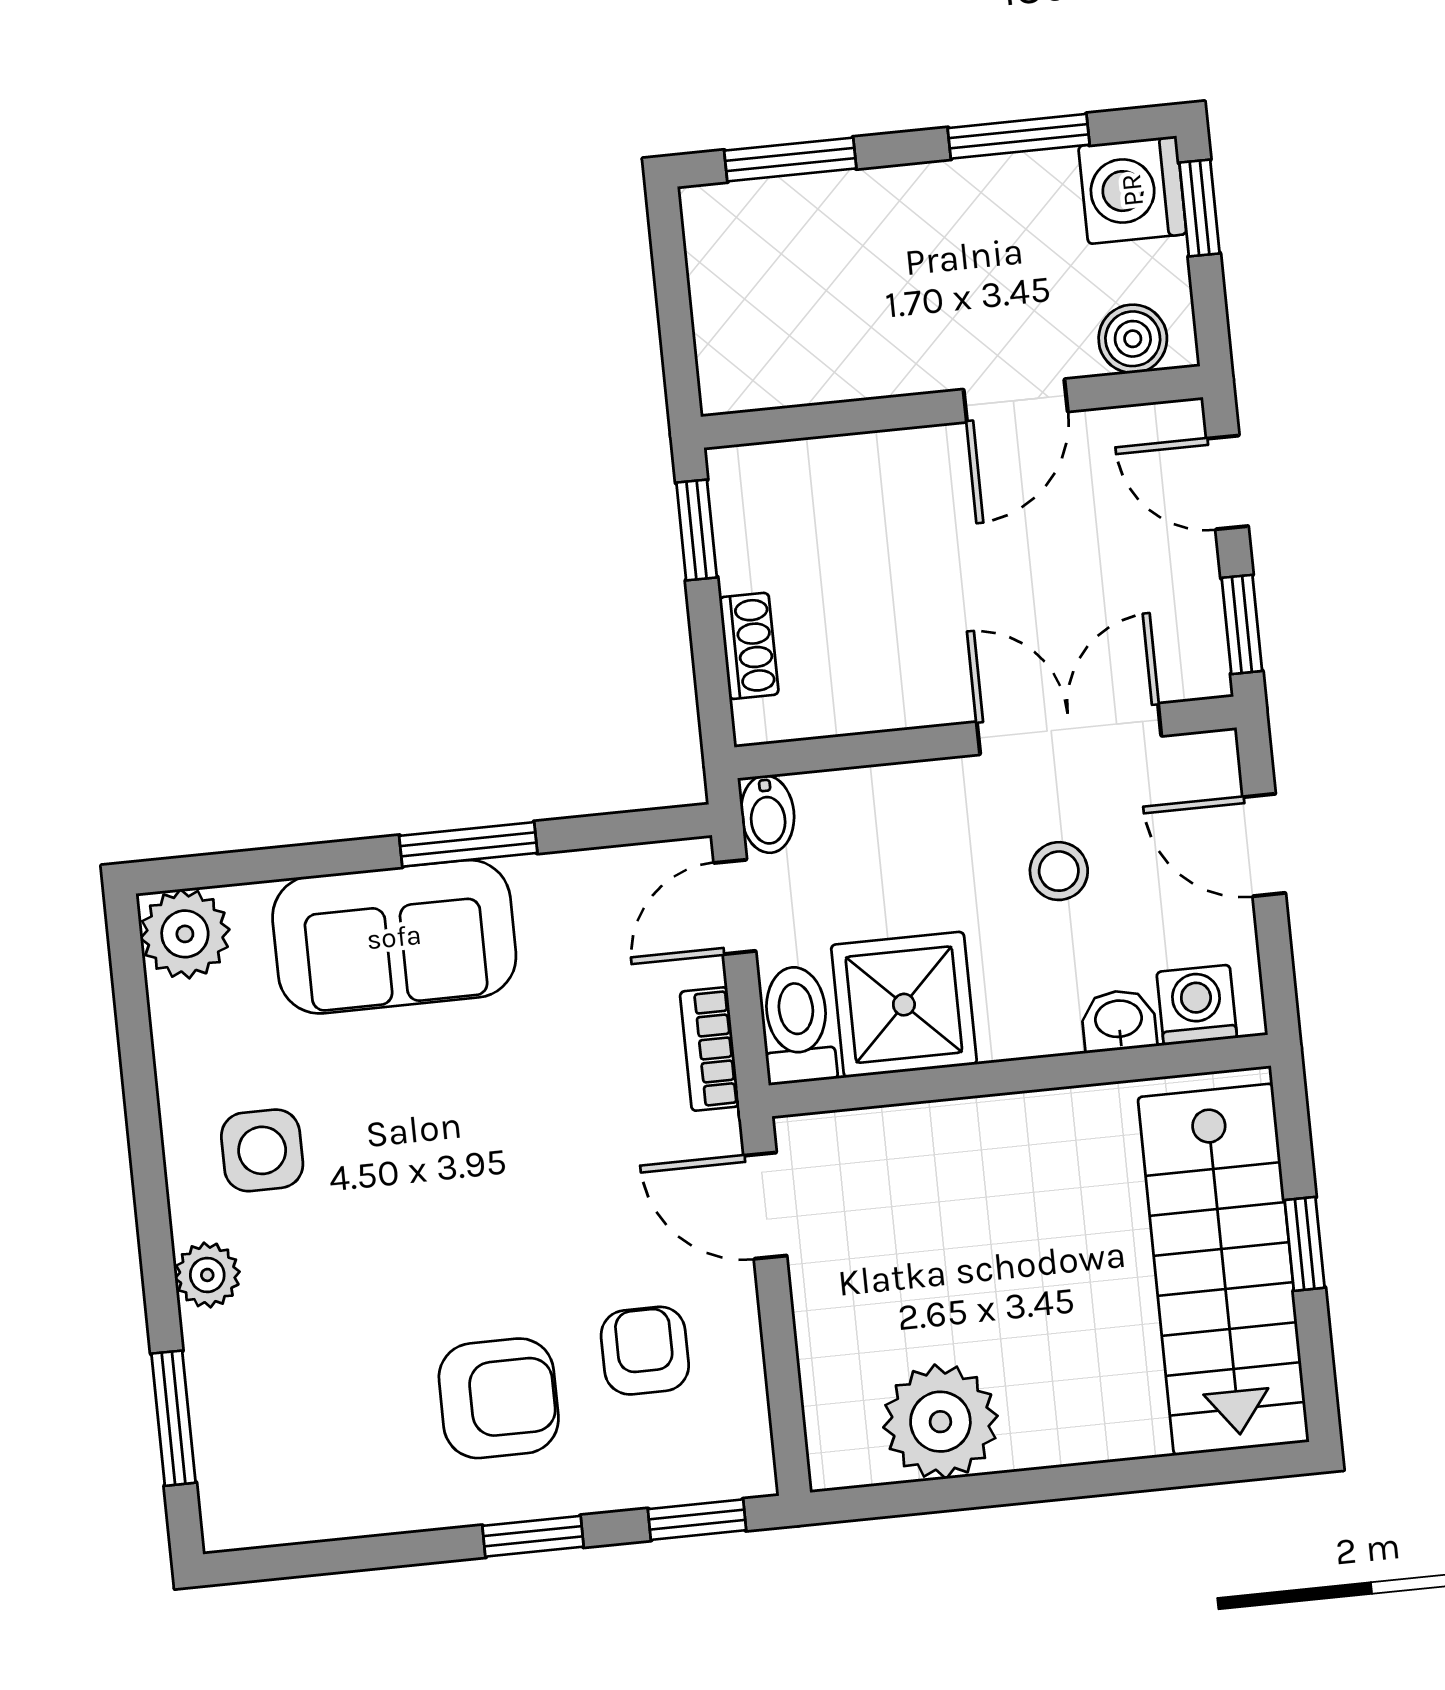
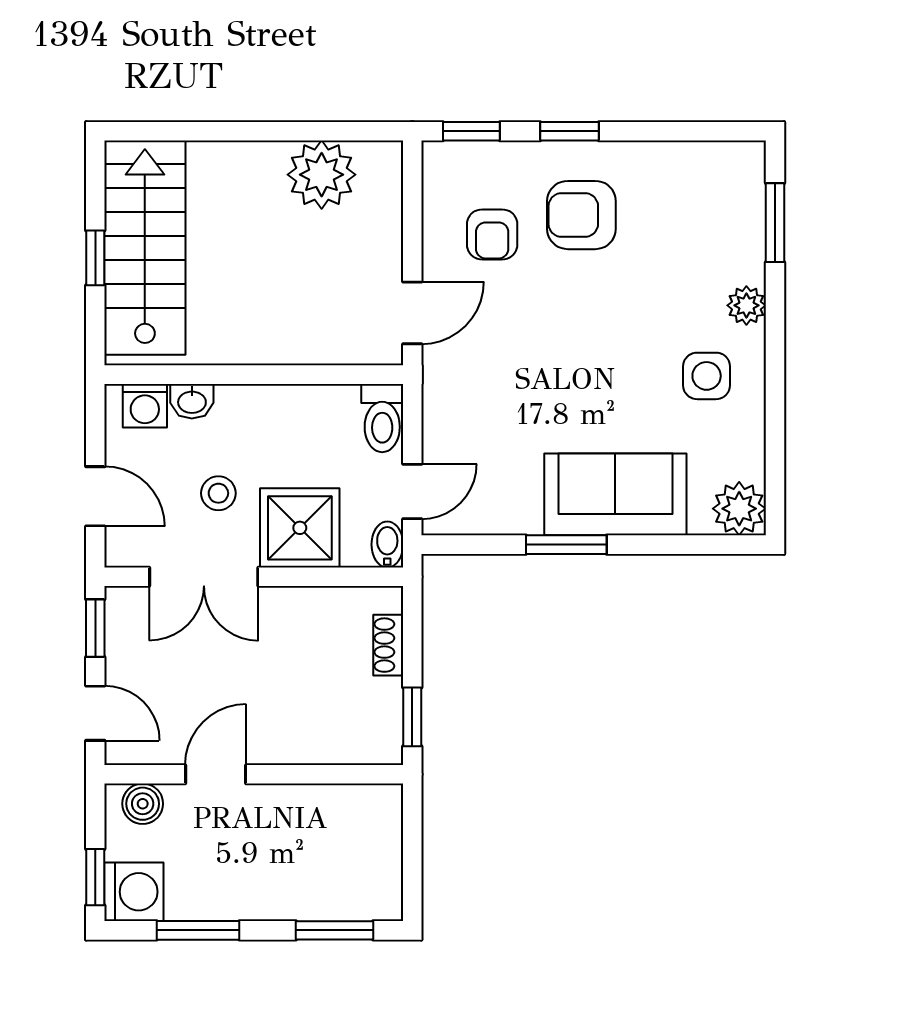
shower: (904, 1005) -> (300, 528), moved
bookcase: (710, 1049) -> (436, 409), removed
door: (765, 1206) -> (412, 313), hinge flipped

